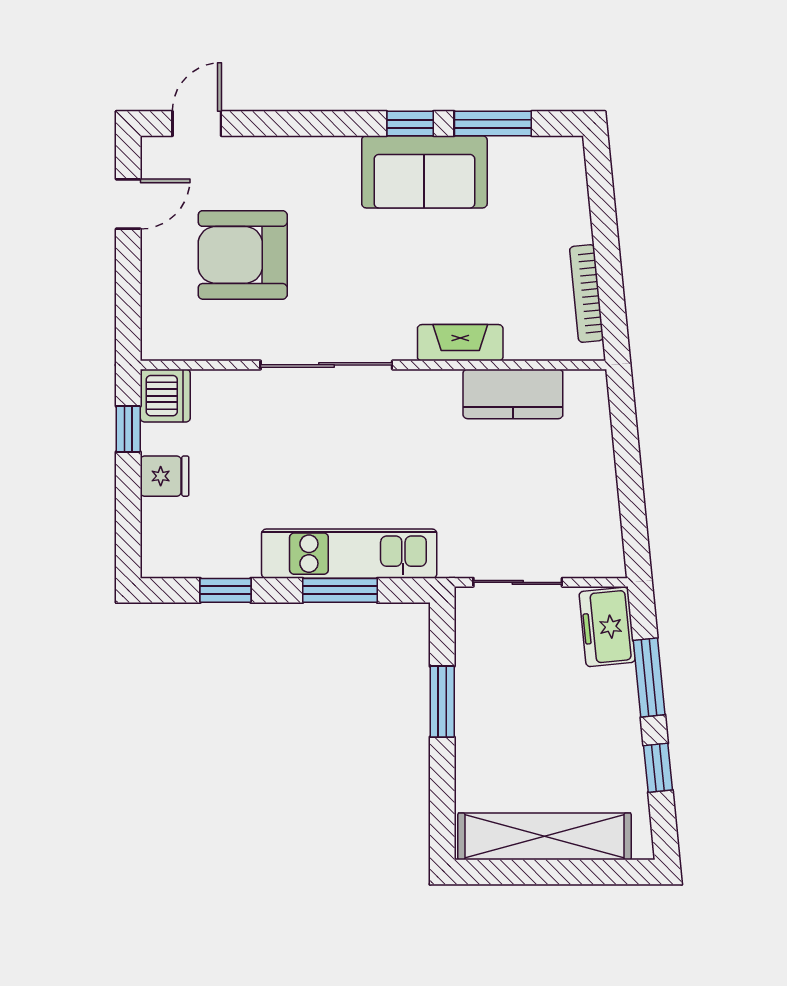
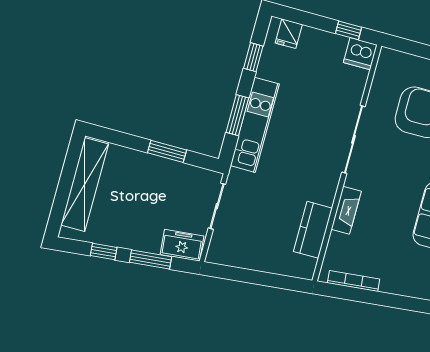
fridge: (165, 476) -> (289, 34), moved

